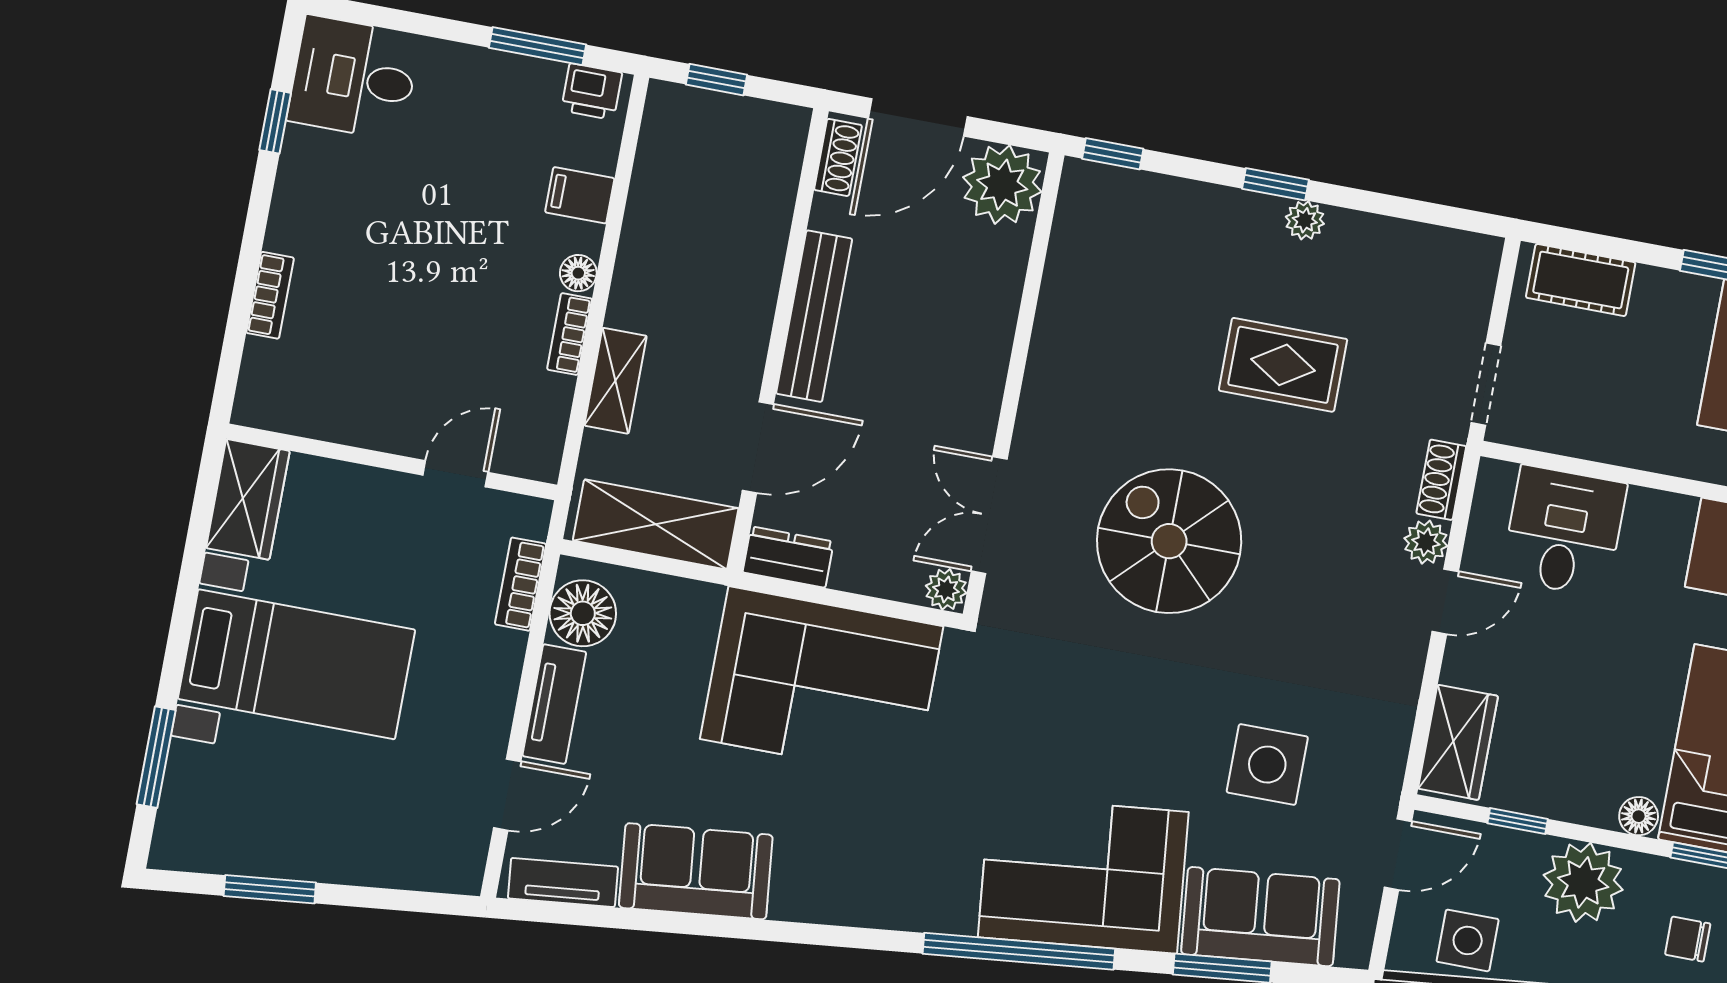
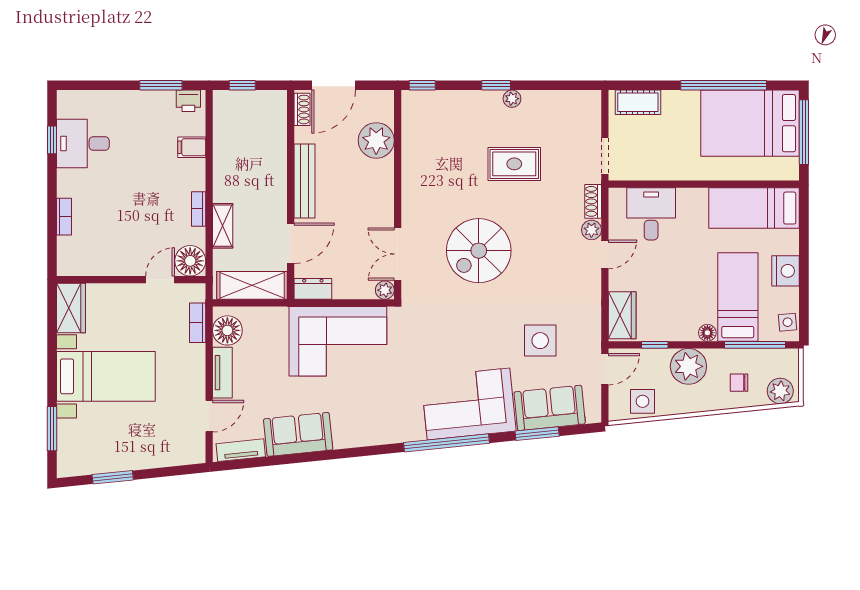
desk: (354, 78) -> (83, 144), moved
plant: (1002, 185) -> (376, 140), moved
floor lamp: (578, 273) -> (190, 261), moved, width x1.89, depth x1.89
spiral stairs: (1169, 541) -> (479, 251), turned -90

